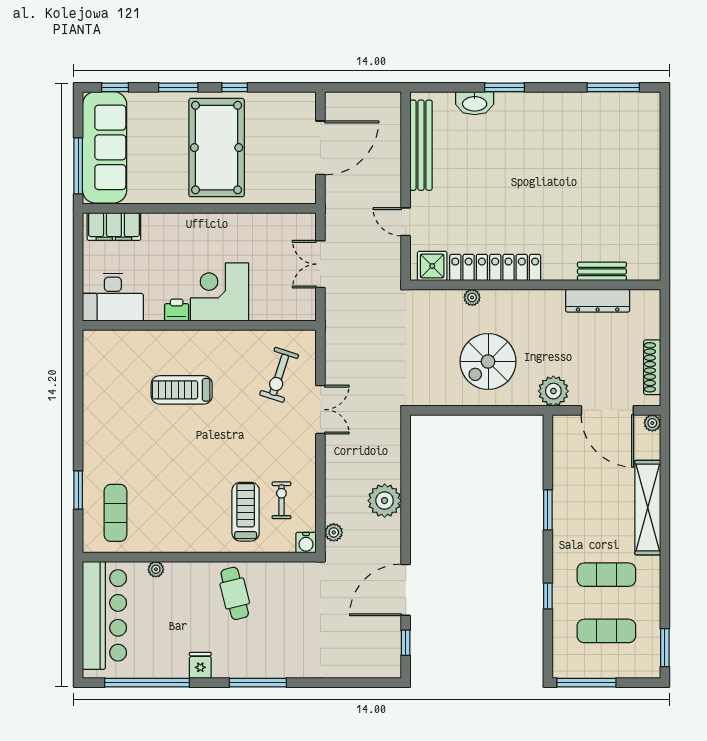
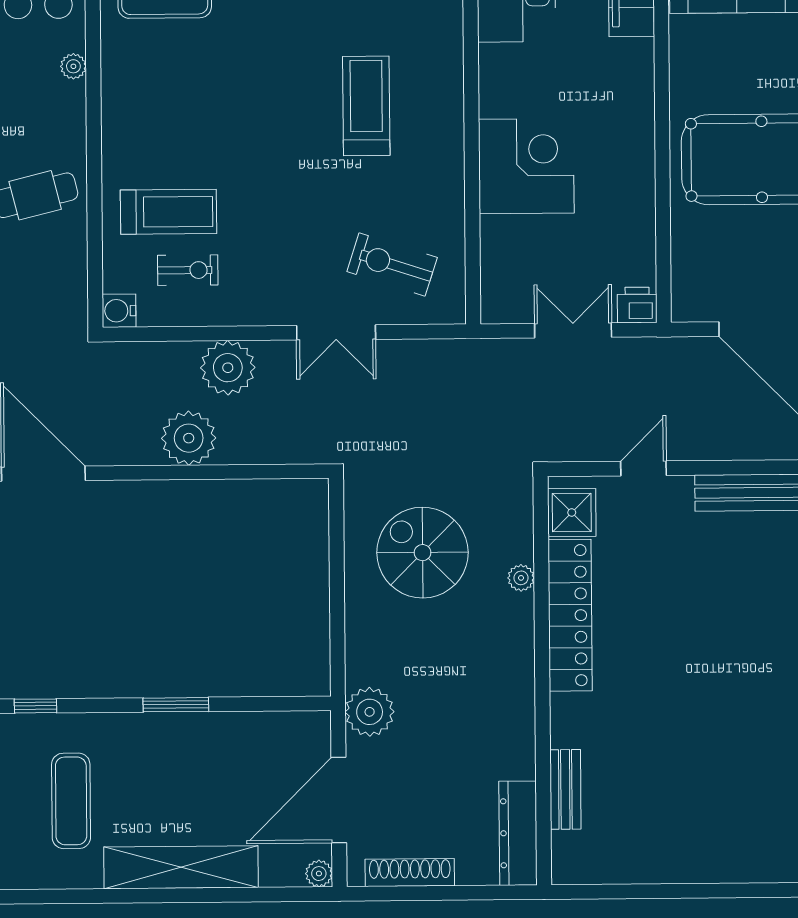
dresser: (598, 301) -> (518, 833), moved
printer: (177, 310) -> (637, 305), moved, turned -90
spiral stairs: (488, 362) -> (422, 553), moved
plant: (334, 532) -> (228, 368), moved, width x1.88, depth x1.88

